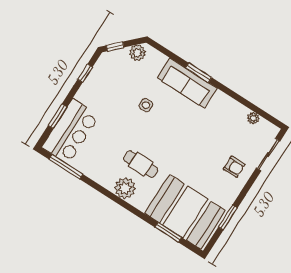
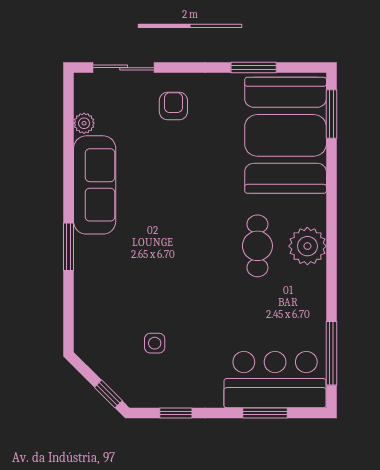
plant: (137, 53) -> (97, 355), removed
sofa: (187, 83) -> (95, 185), moved
side table: (146, 105) -> (155, 343), moved
window: (168, 232) -> (331, 114), moved

